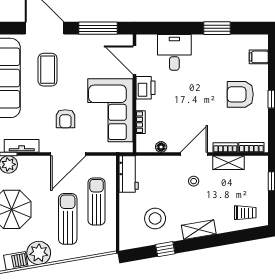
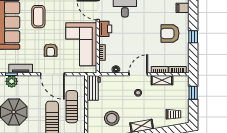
door: (68, 154) -> (52, 74), hinge flipped

